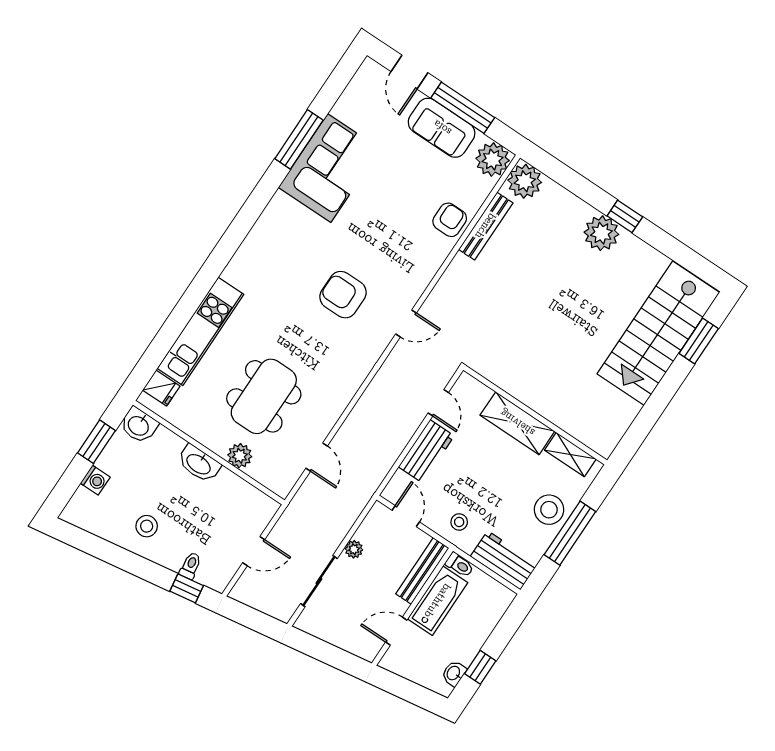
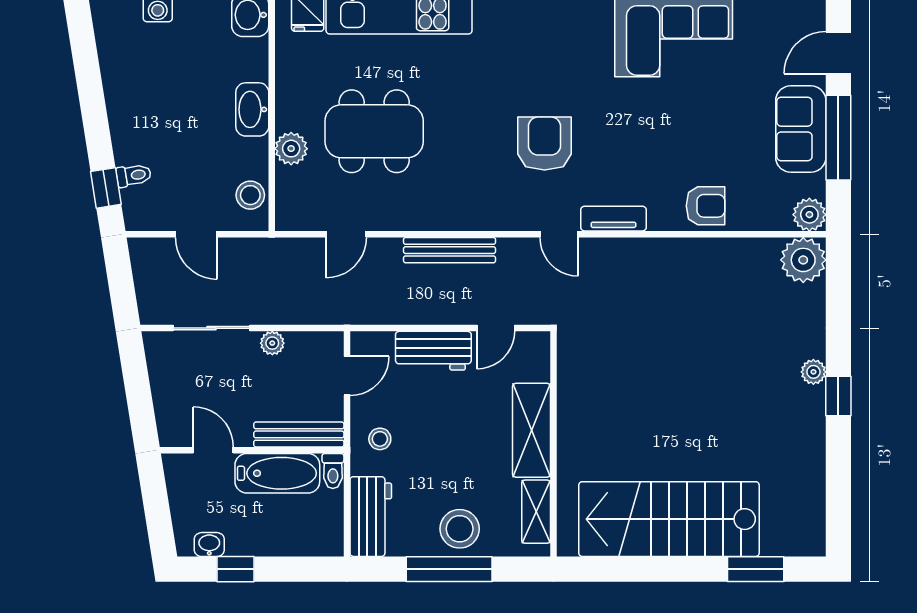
plant: (493, 160) -> (809, 215), width x0.73, depth x0.73
bench: (486, 226) -> (450, 250), moved
plant: (601, 233) -> (813, 372), width x0.53, depth x0.53
tv unit: (419, 283) -> (613, 219), added
stairs: (658, 333) -> (669, 519), moved
stool: (147, 526) -> (250, 195), moved

